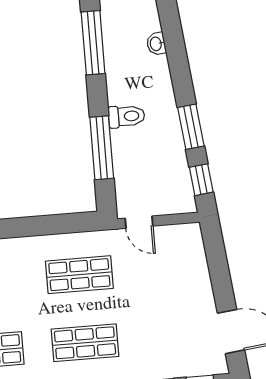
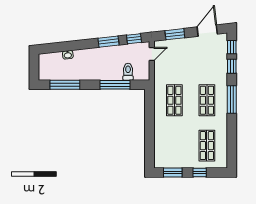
toilet: (127, 116) -> (128, 72), moved
door: (139, 222) -> (152, 54), moved
window: (218, 264) -> (175, 34), added

